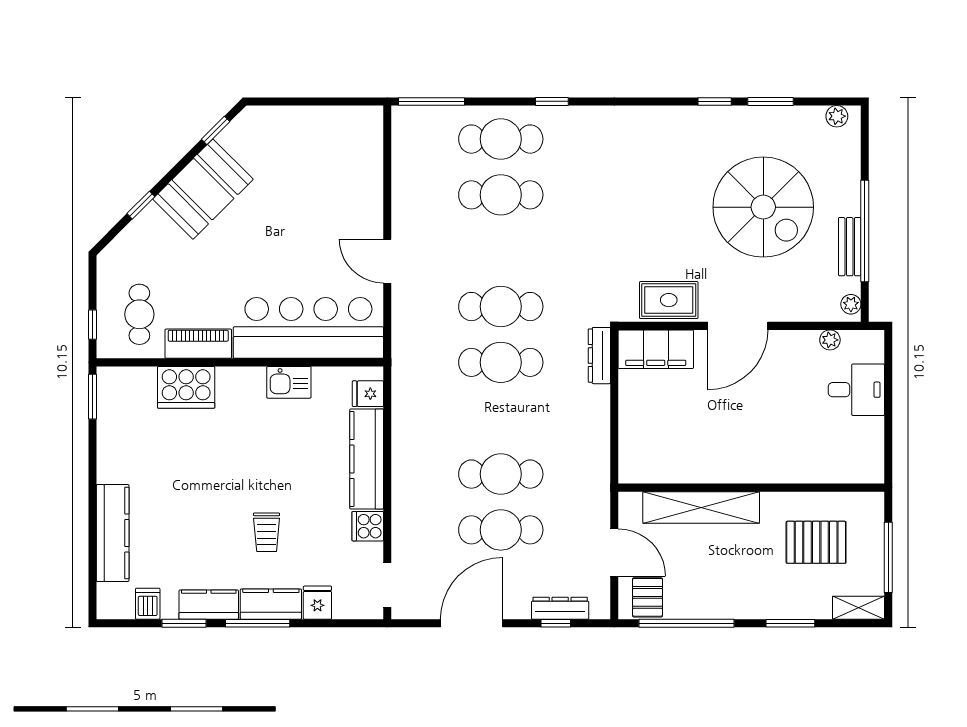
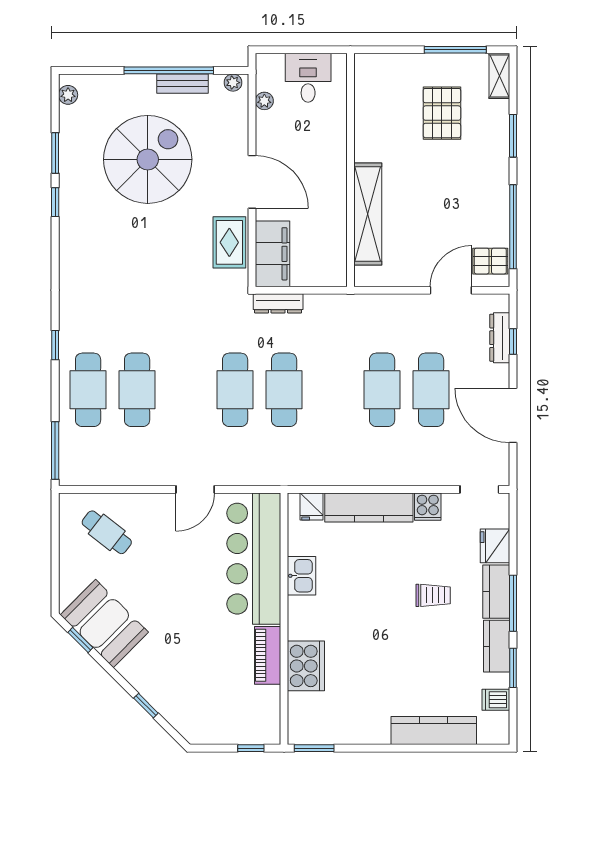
booth: (203, 189) -> (104, 624), moved
cafe table: (139, 314) -> (107, 532), moved, turned 38
wall: (751, 488) -> (350, 170), moved
shelving: (701, 507) -> (368, 214), moved
fridge: (317, 603) -> (495, 546), width x1.38

